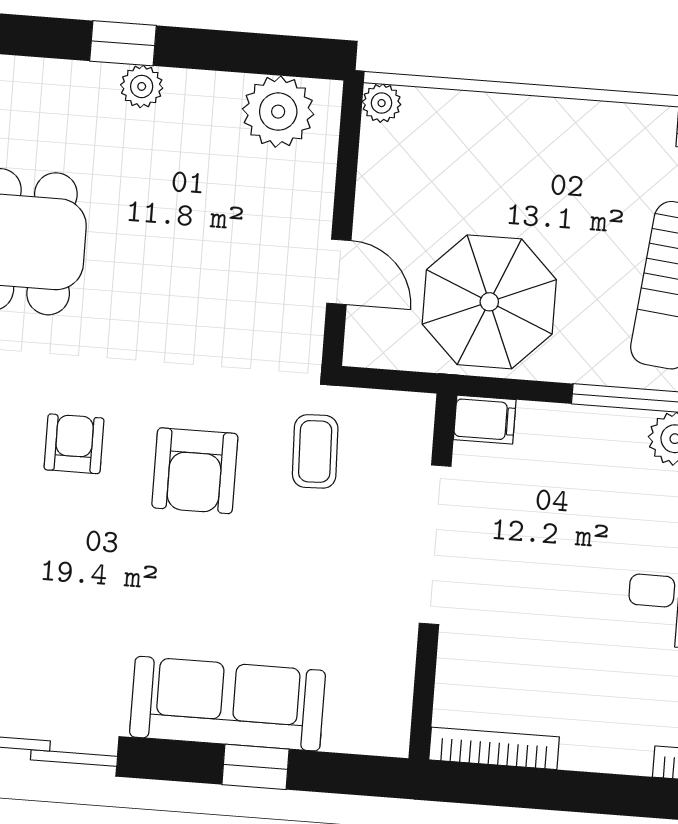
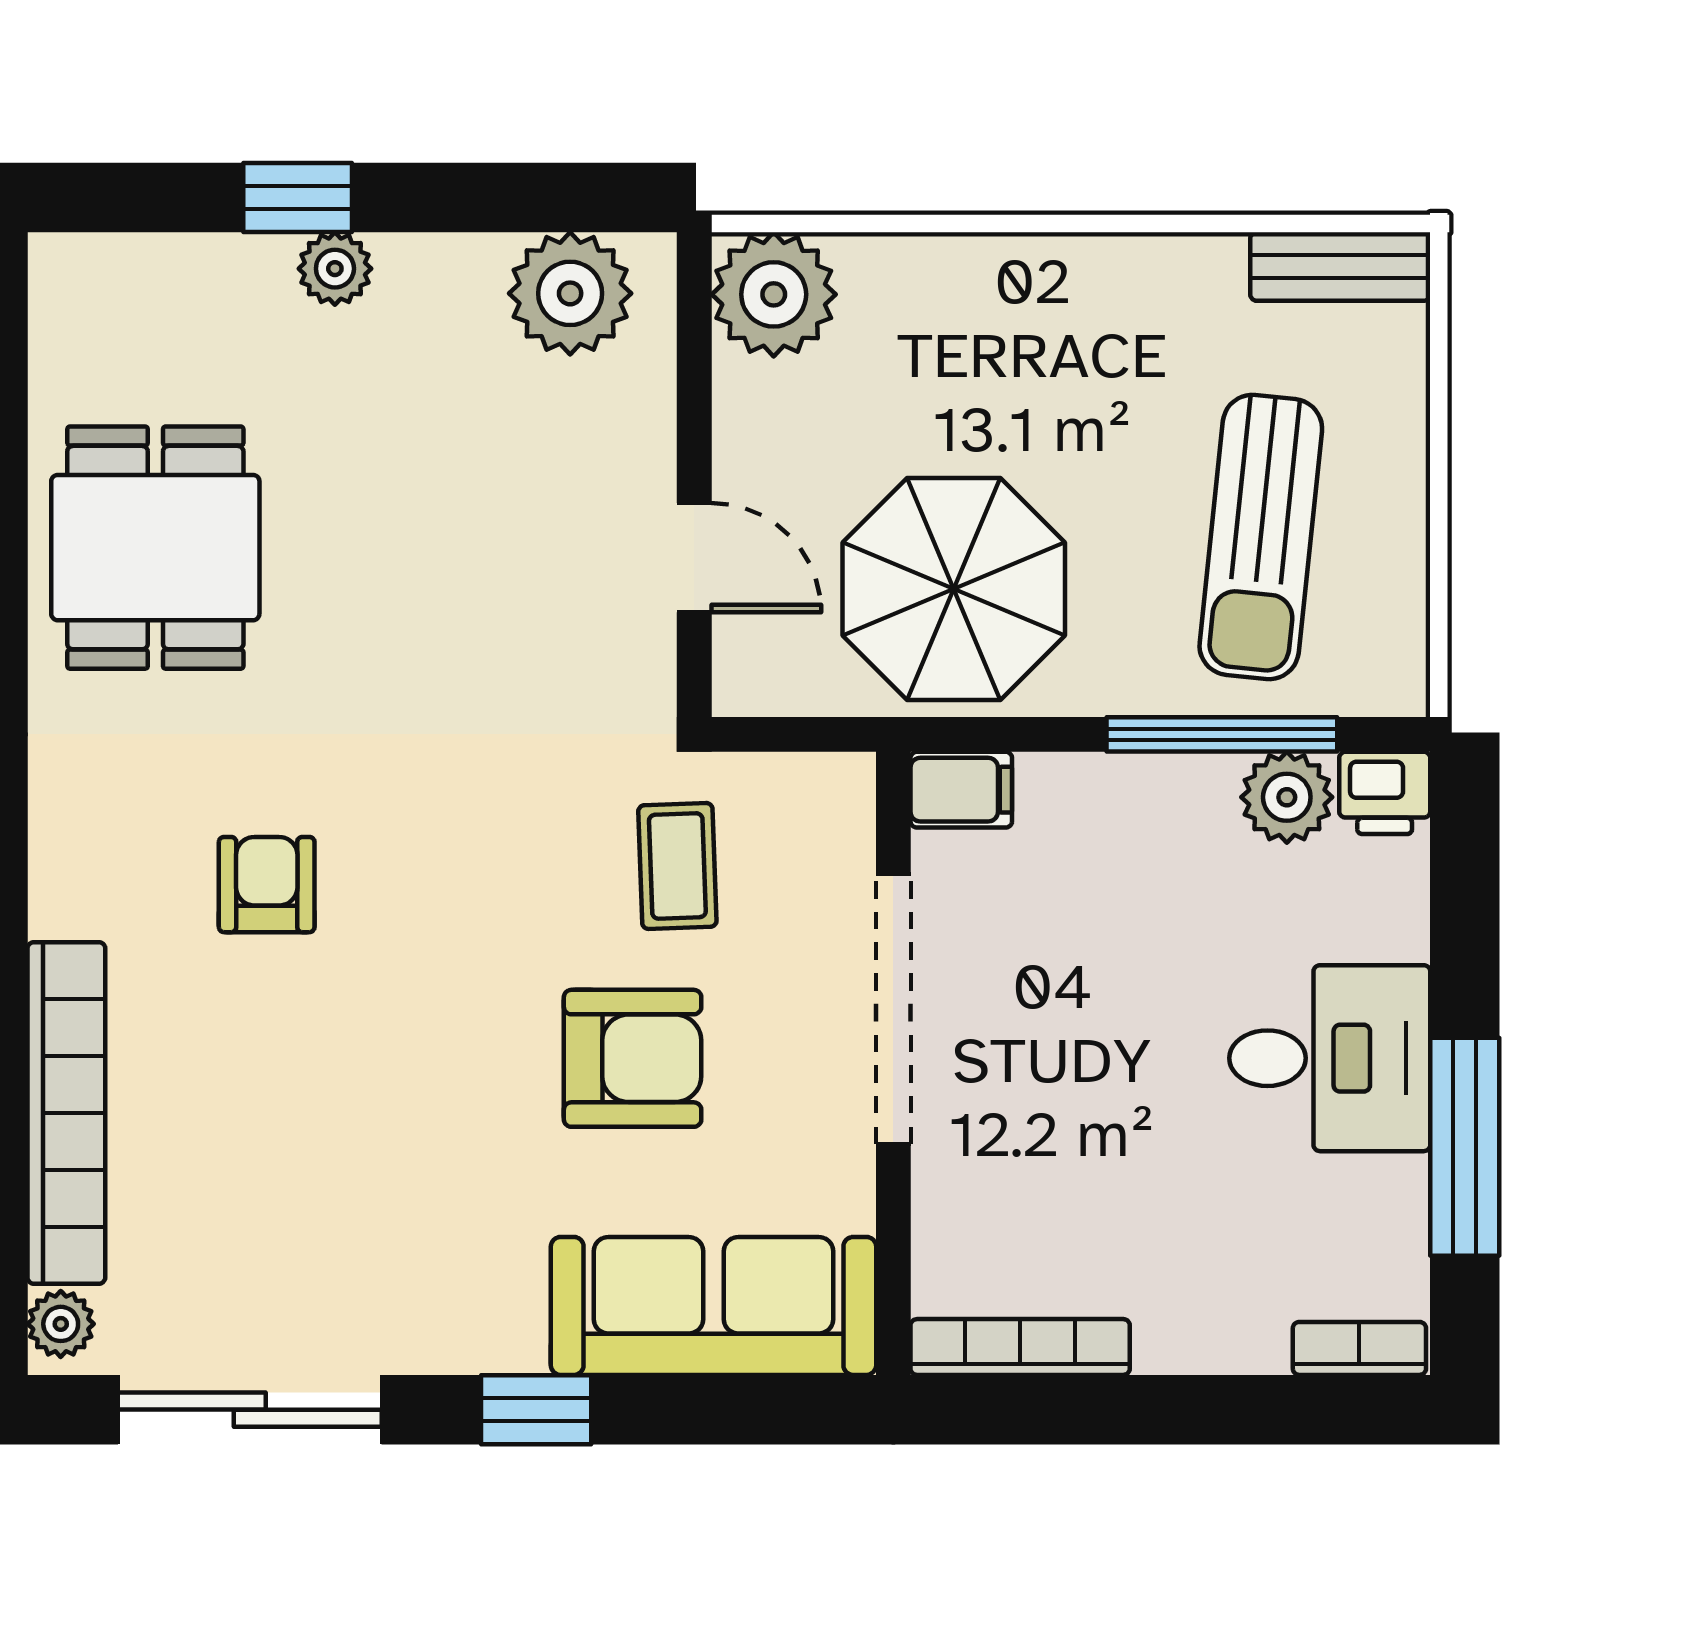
plant: (382, 103) -> (774, 294), width x1.87, depth x1.87
armchair: (195, 471) -> (633, 1058), moved, turned -90
sofa: (228, 704) -> (714, 1306), moved
window: (256, 767) -> (536, 1410), moved

